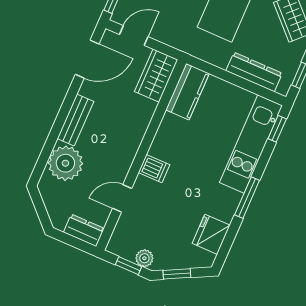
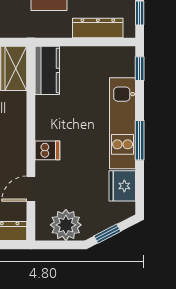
kitchen unit: (251, 144) -> (123, 123), moved
plant: (144, 258) -> (66, 225), width x1.88, depth x1.88
window: (128, 266) -> (62, 245), removed

